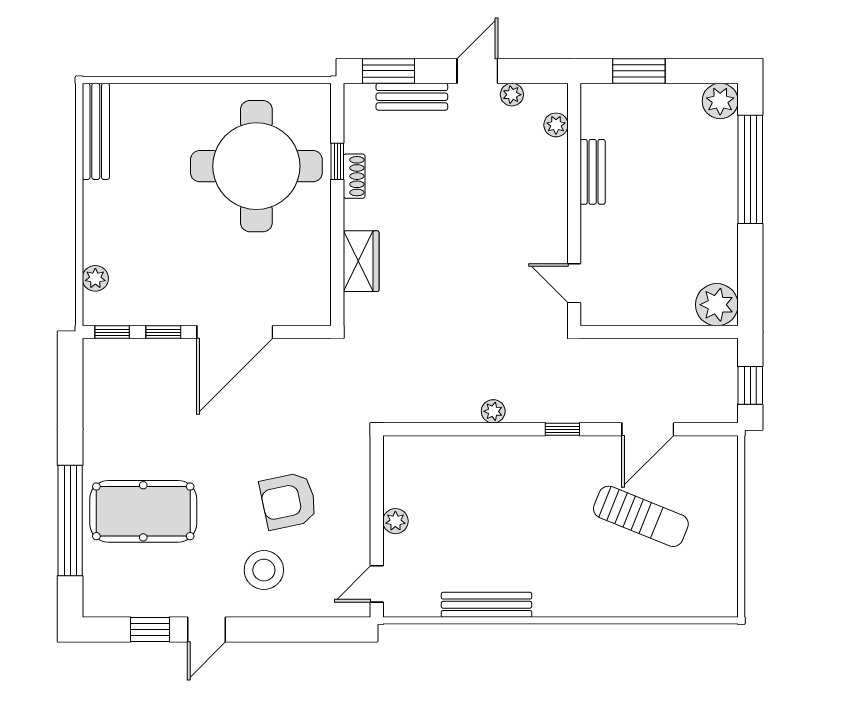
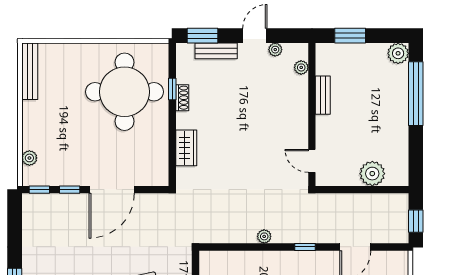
plant: (717, 305) -> (372, 174), moved

